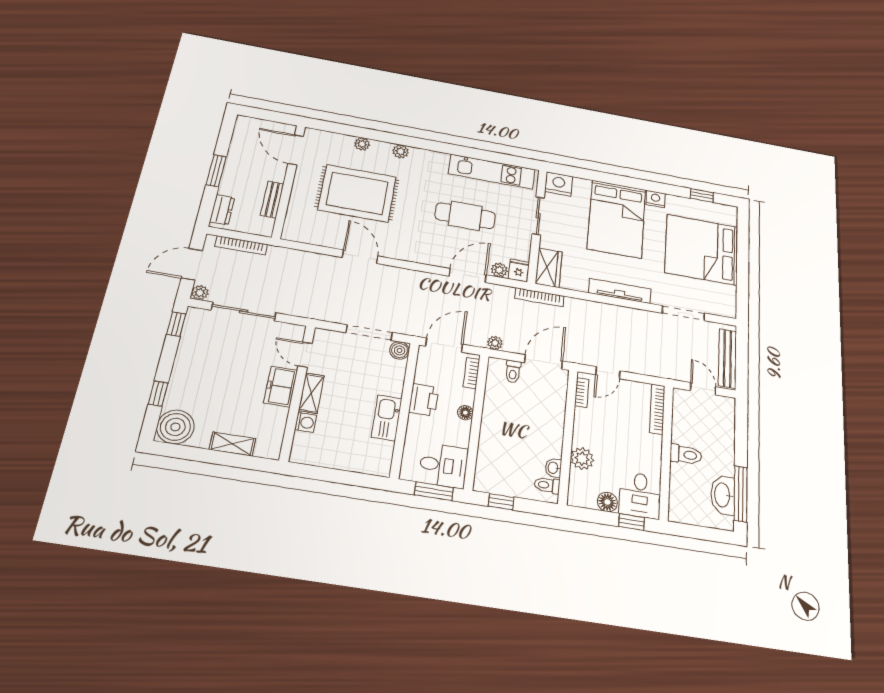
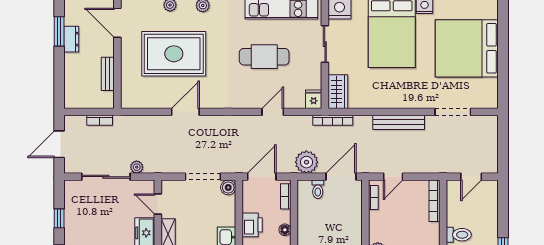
window: (216, 171) -> (59, 31), moved
dresser: (222, 210) -> (71, 39), moved
bookcase: (241, 245) -> (100, 120), width x0.64
door: (360, 257) -> (185, 112), hinge flipped
plant: (499, 270) -> (298, 102), removed
door: (468, 276) -> (273, 112), width x0.73
tv unit: (620, 291) -> (398, 102), removed
plant: (200, 293) -> (137, 167), moved
window: (176, 324) -> (59, 218), moved
plant: (495, 343) -> (306, 162), width x1.87, depth x1.87
bench: (727, 358) -> (399, 122), moved, turned 90
door: (703, 389) -> (471, 177), swing flipped

